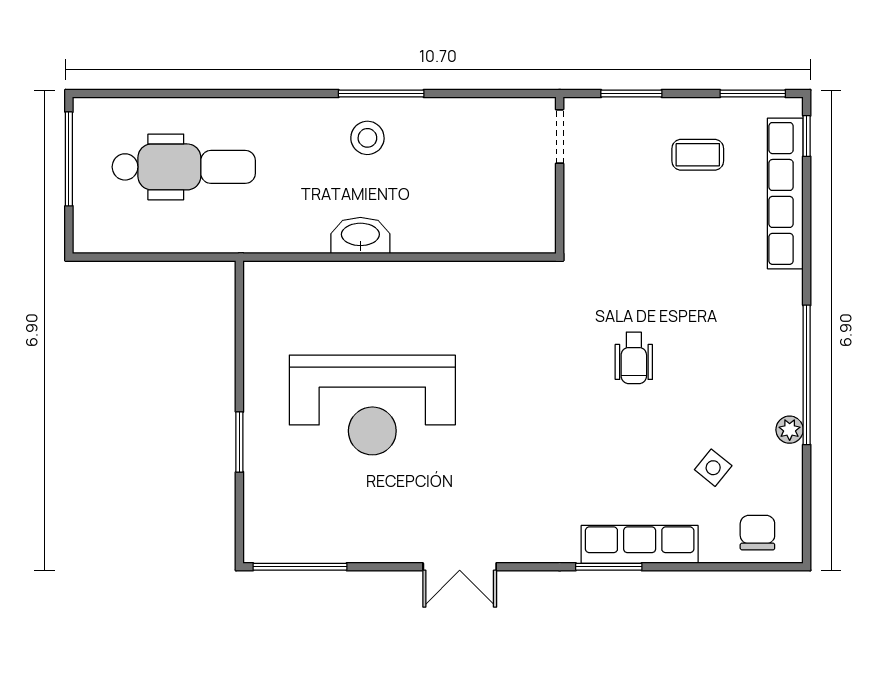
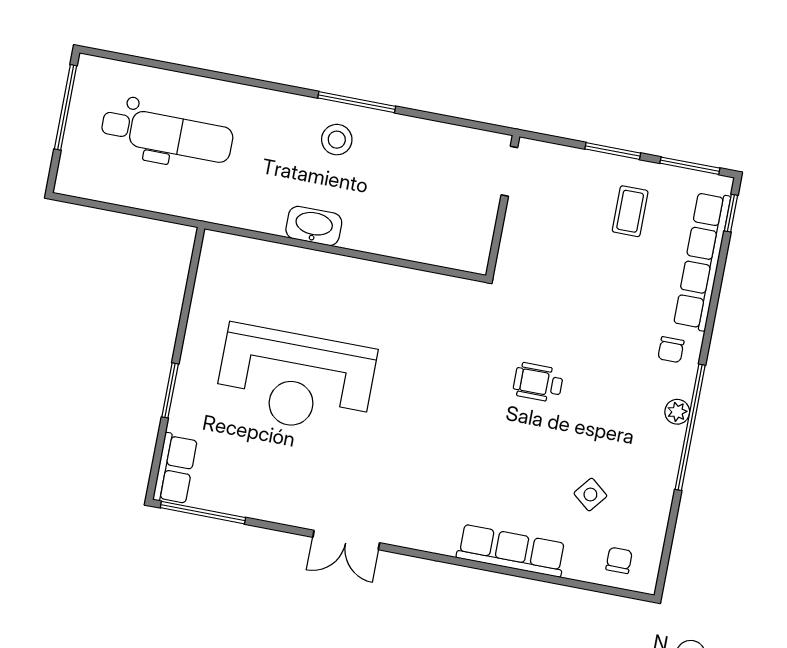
window: (631, 93) -> (613, 151), moved
coffee table: (698, 155) -> (630, 211), turned 90
chair: (770, 295) -> (671, 350), added
wheelchair: (634, 358) -> (538, 382), turned 90
plant: (790, 430) -> (677, 412), moved
row of seats: (261, 525) -> (175, 469), added
chair: (757, 533) -> (619, 560), width x0.73, depth x0.73
window: (609, 567) -> (480, 565), removed

